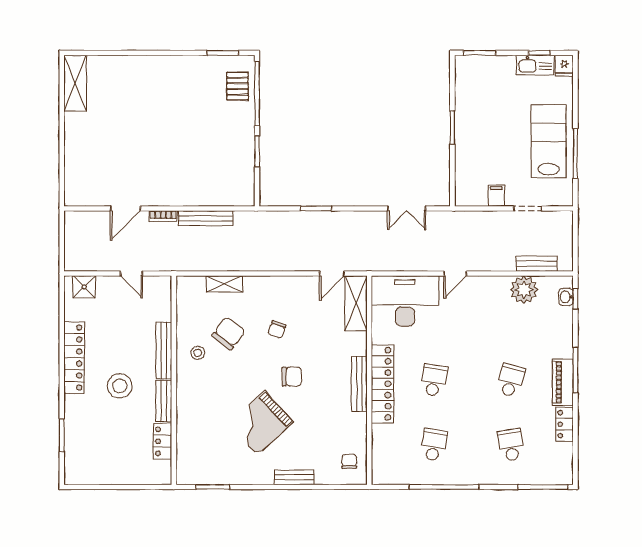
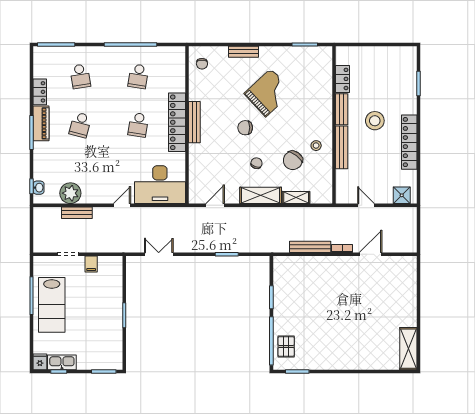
bench: (537, 264) -> (77, 213), moved
shelving: (356, 303) -> (261, 195), moved, turned 90

